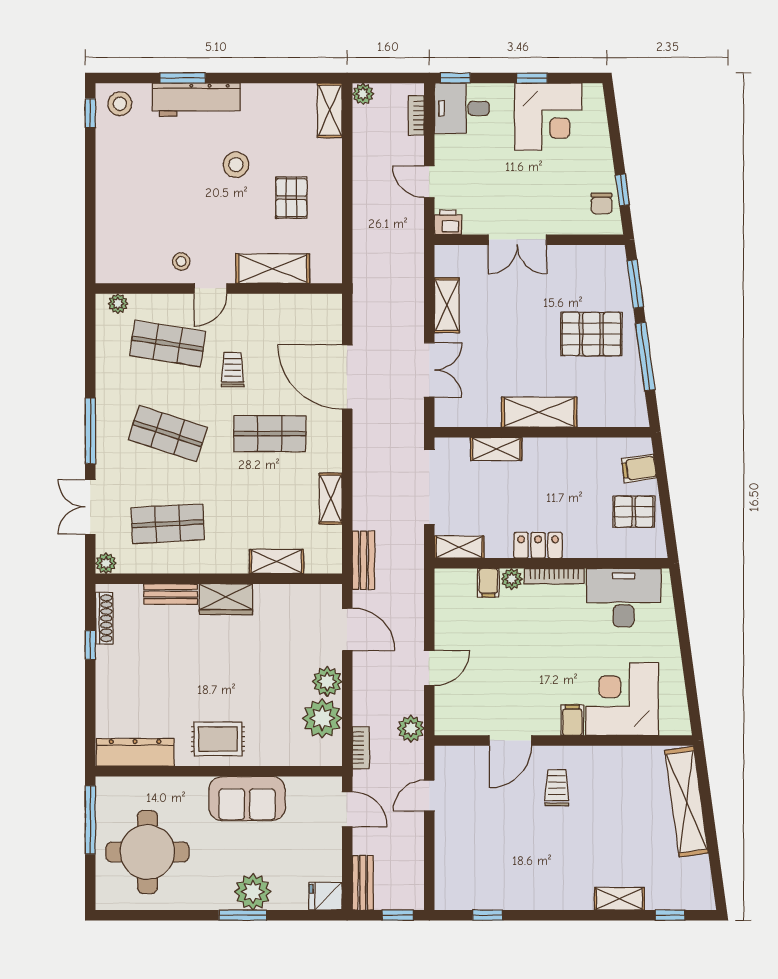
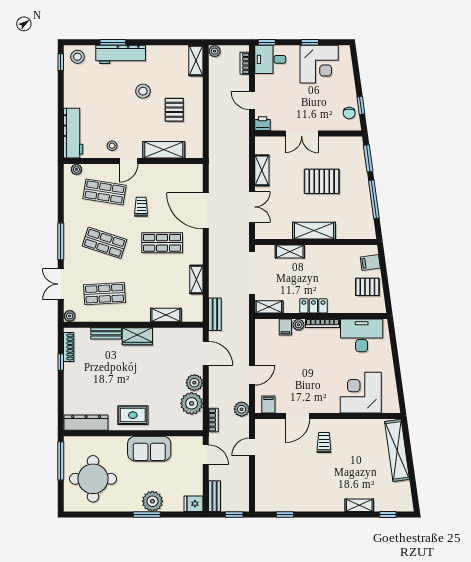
workbench: (112, 239) -> (73, 133), added
pallet: (591, 334) -> (322, 181), moved
filing cabinet: (572, 720) -> (268, 404), moved

